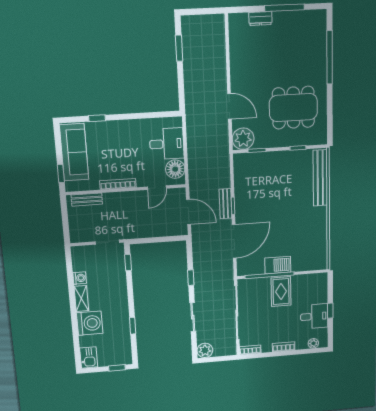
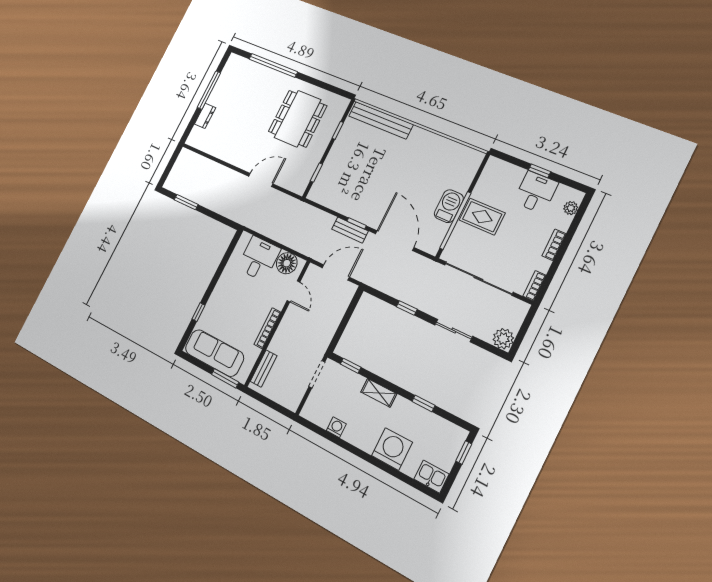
plant: (243, 139) -> (298, 181), removed
window: (61, 173) -> (225, 378), width x1.50
shelving: (81, 299) -> (379, 393), moved

